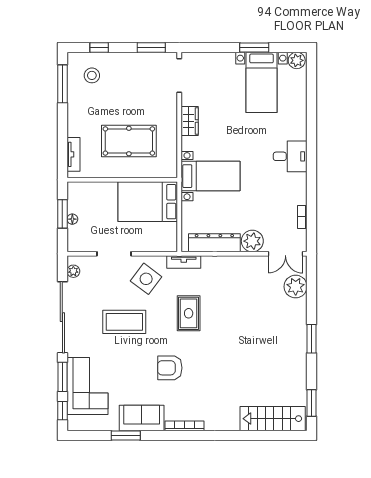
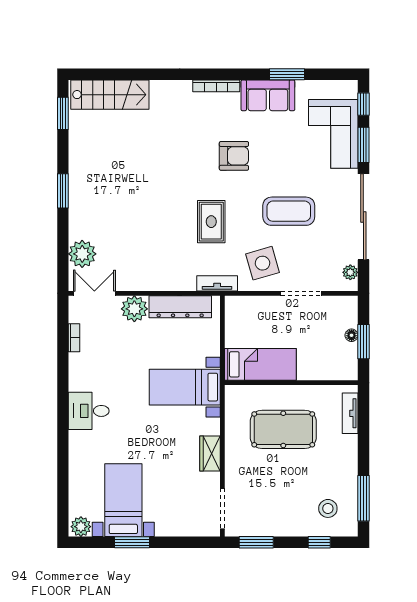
bed: (148, 202) -> (260, 364), width x0.67
side table: (146, 279) -> (262, 263), turned 37

